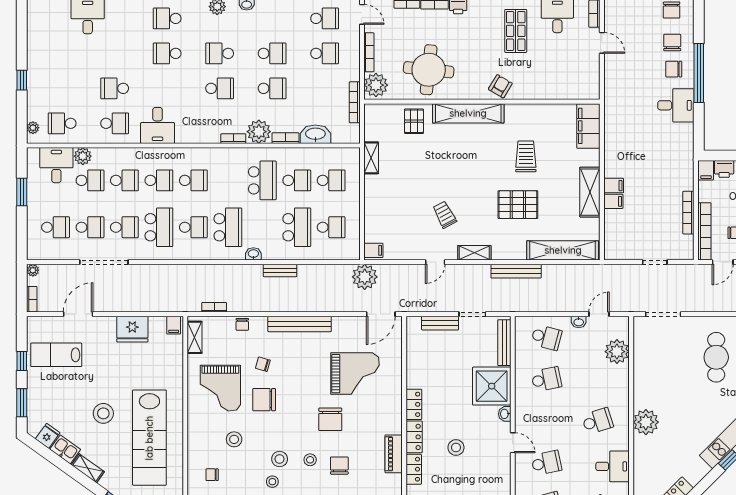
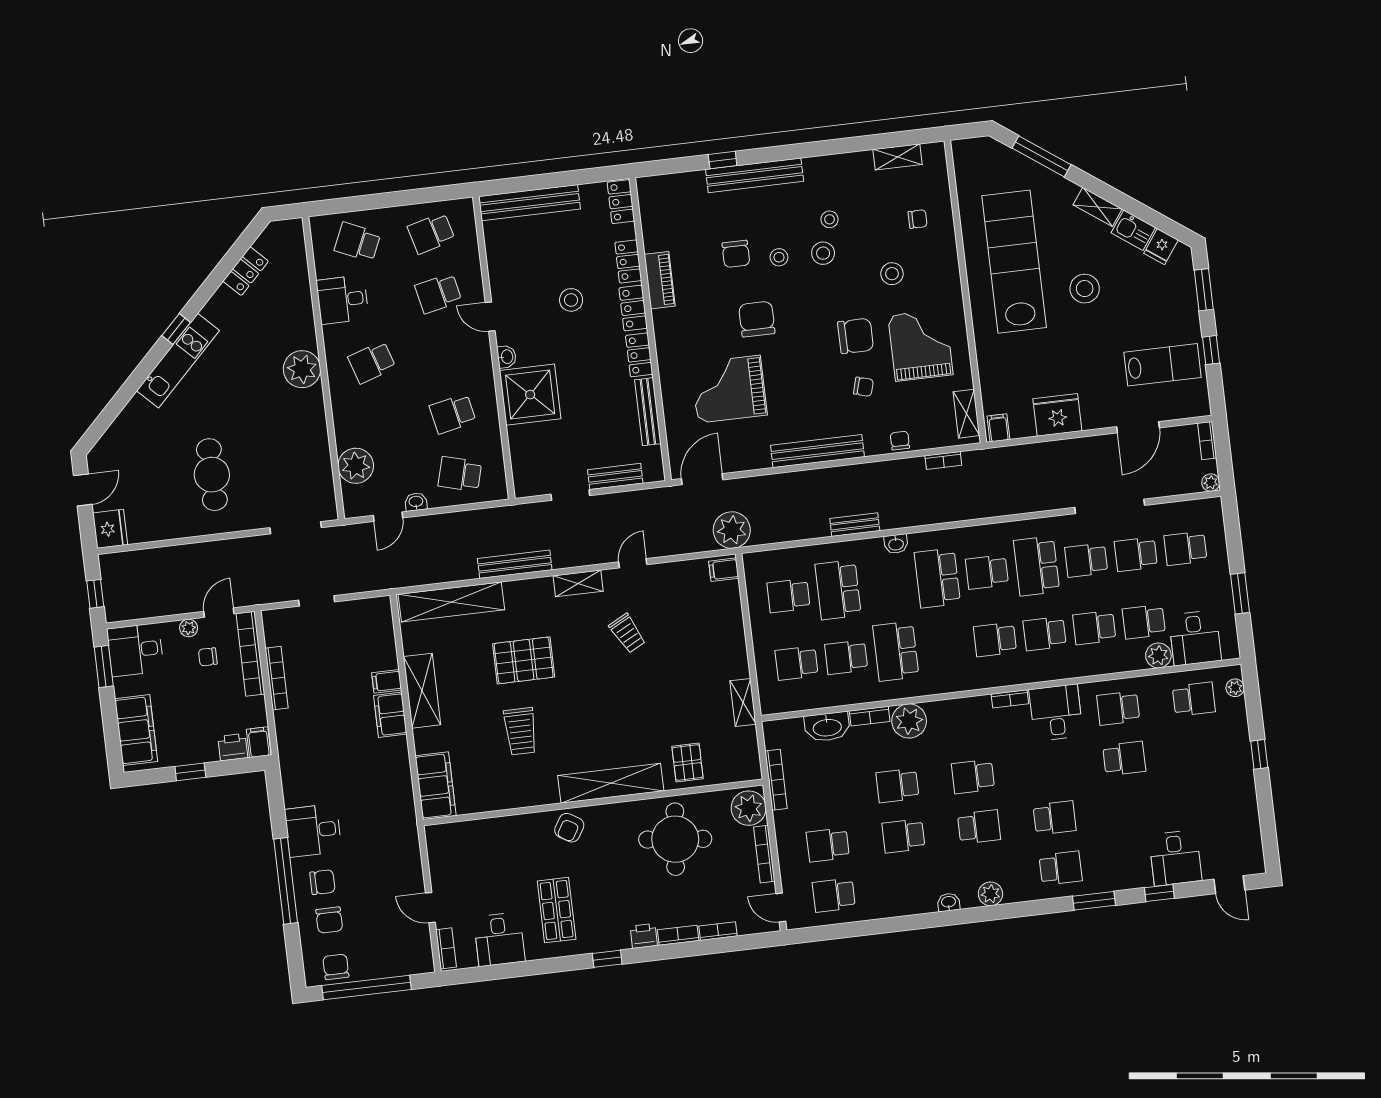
bookcase: (233, 139) -> (1010, 699), moved
filing cabinet: (614, 186) -> (390, 715), width x2.00
bench: (504, 343) -> (648, 412), moved

